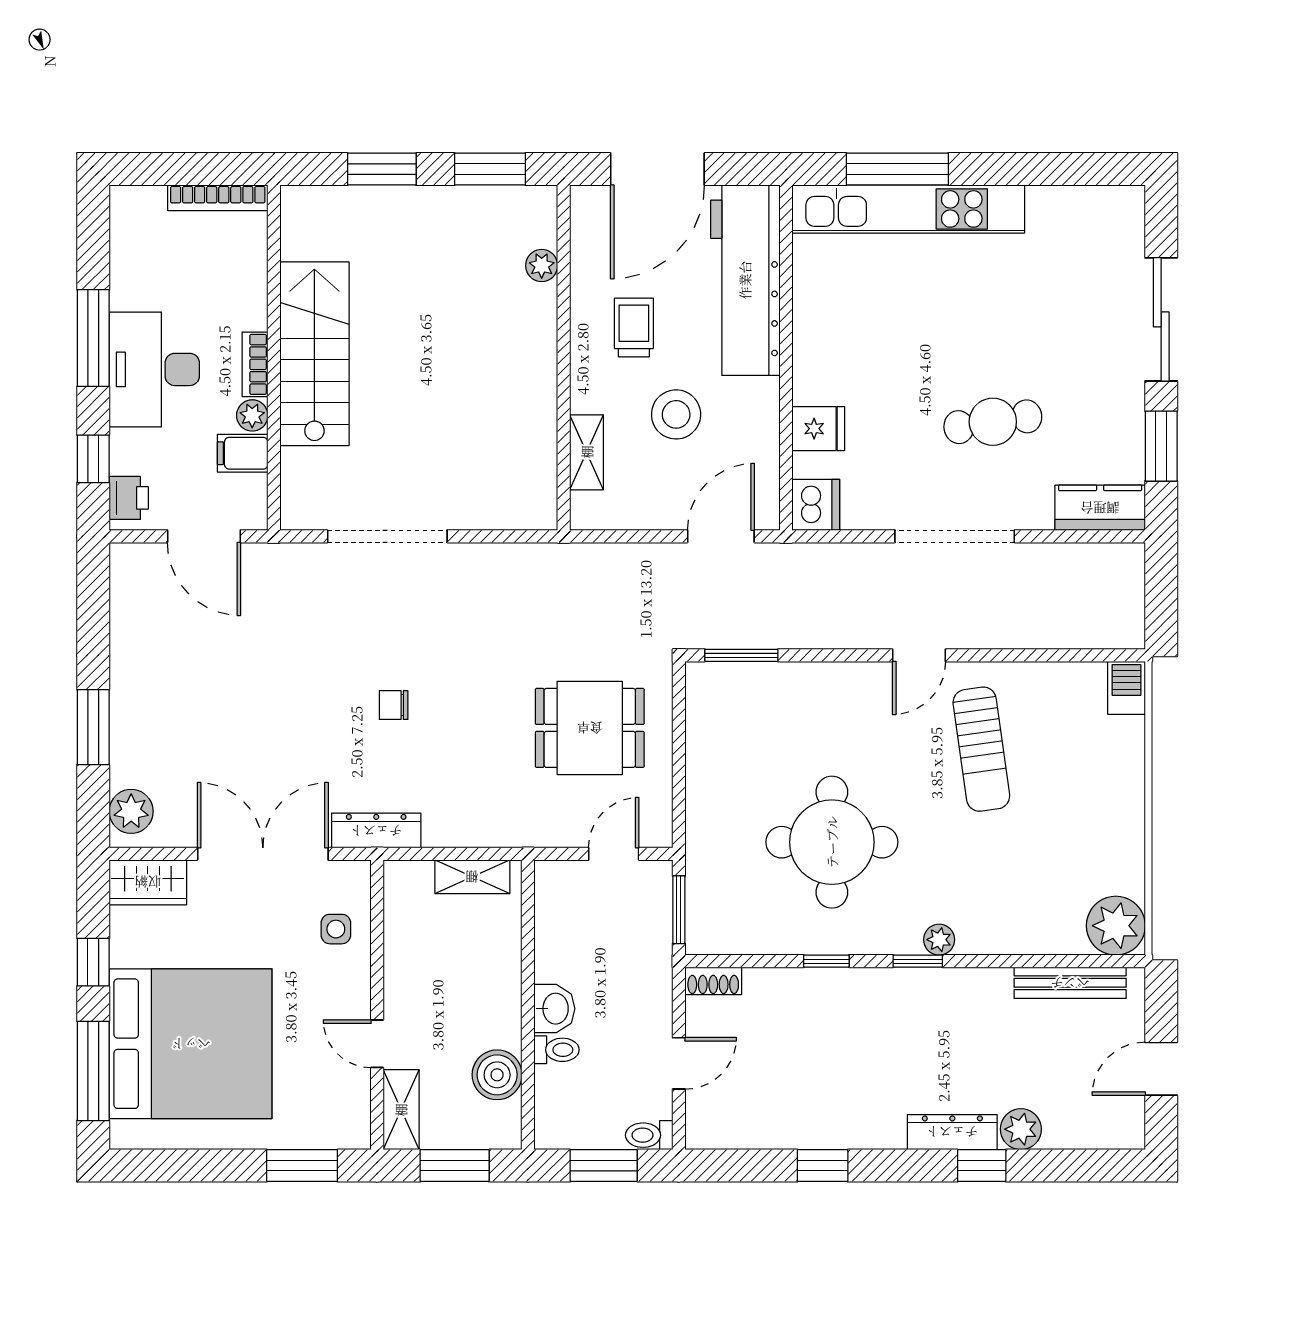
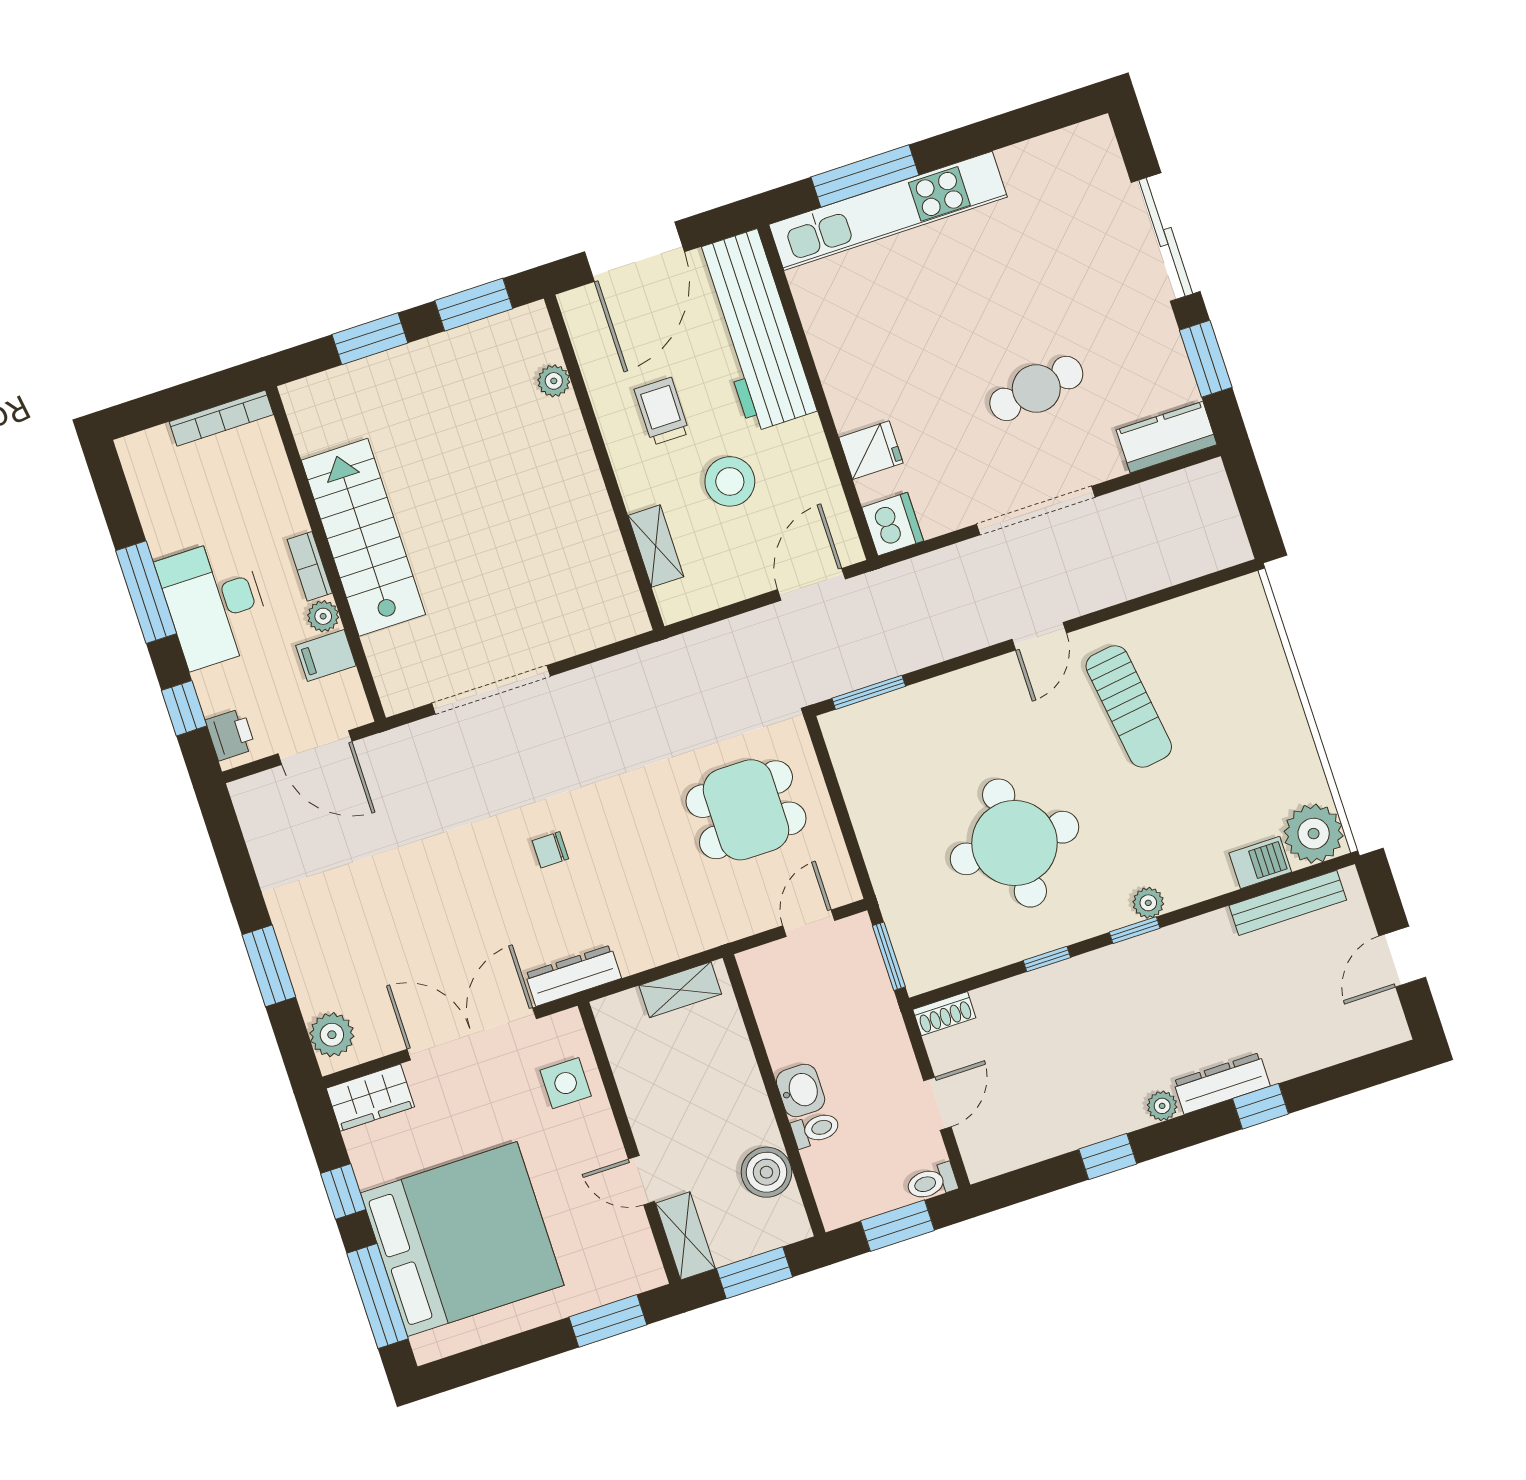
barbecue: (1127, 688) -> (1260, 863), moved, turned 90
side table: (336, 929) -> (566, 1083), width x1.37, depth x1.37
plant: (1021, 1129) -> (1162, 1106), moved, width x0.73, depth x0.73

